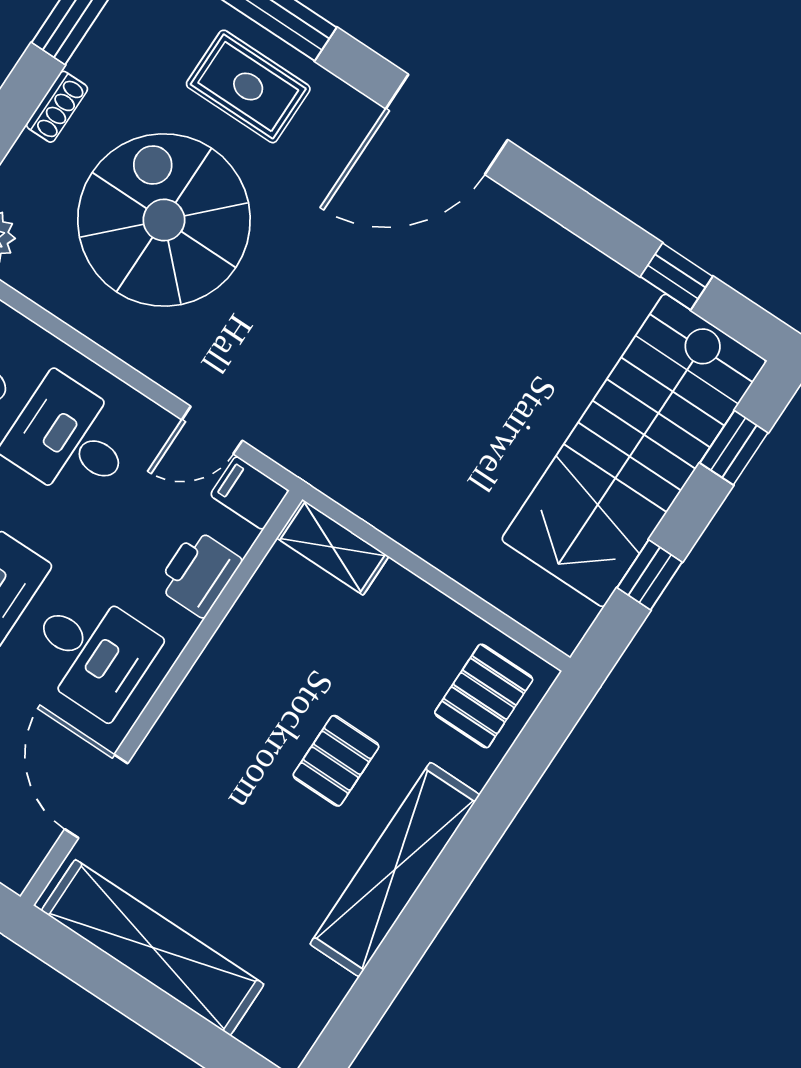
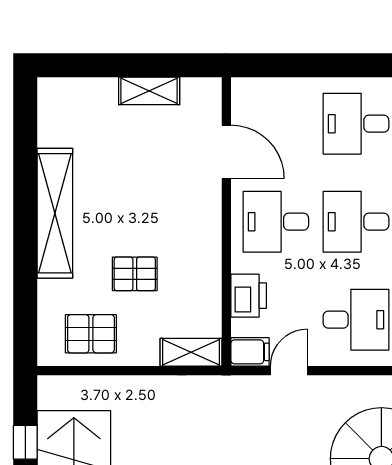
pallet: (484, 696) -> (91, 334), moved, turned 90
pallet: (336, 761) -> (135, 274), moved, turned 90
shelving: (153, 947) -> (149, 91), width x0.45, depth x0.75

